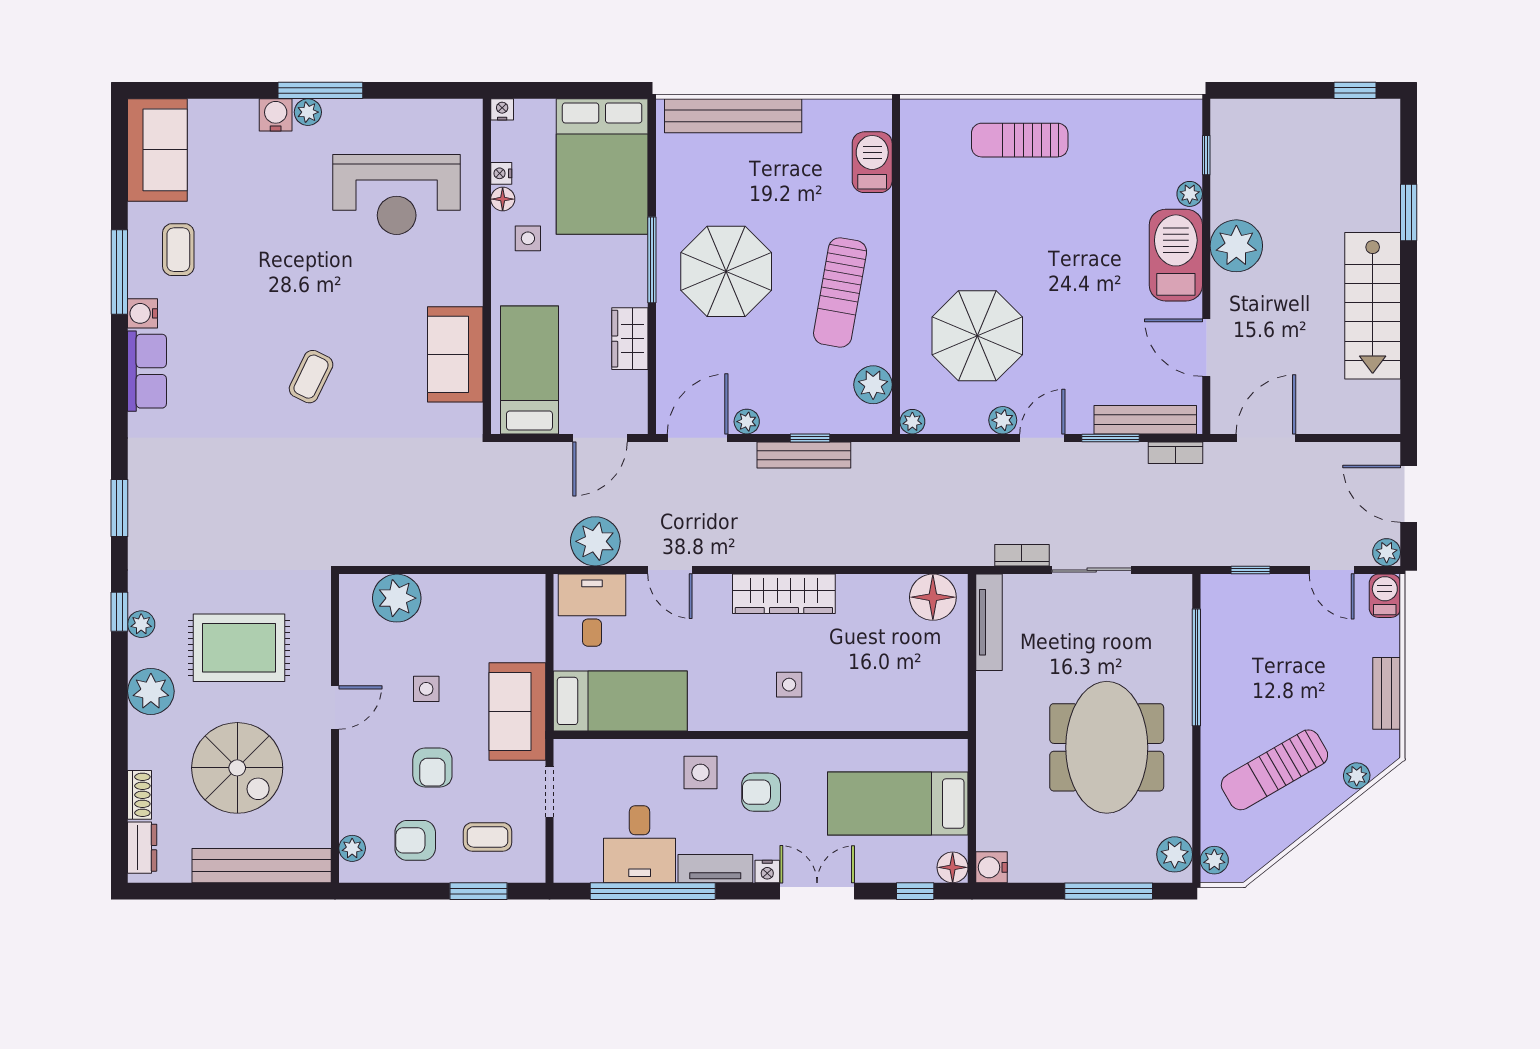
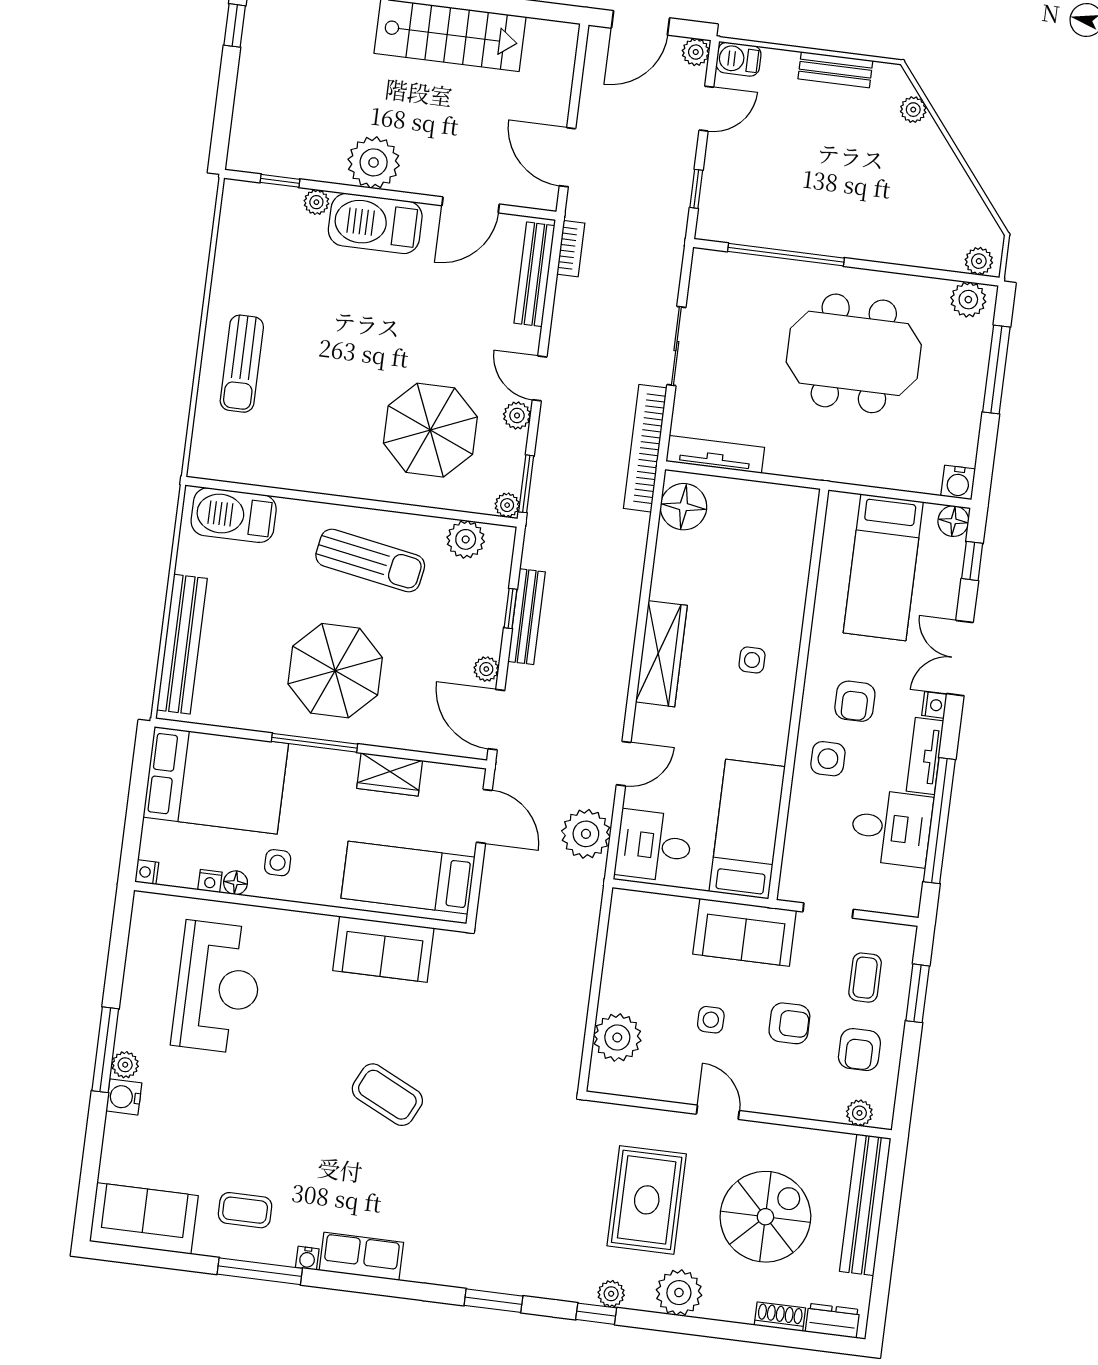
barbecue: (872, 162) -> (234, 515), width x1.37, depth x1.21
water cooler: (142, 313) -> (307, 1258), width x0.72, depth x0.72
coffee table: (311, 377) -> (387, 1095), width x1.36, depth x1.30
window: (1110, 438) -> (526, 484), moved
bookcase: (1022, 555) -> (645, 448), width x2.31, depth x1.31
sun lounger: (1274, 770) -> (897, 190), removed

